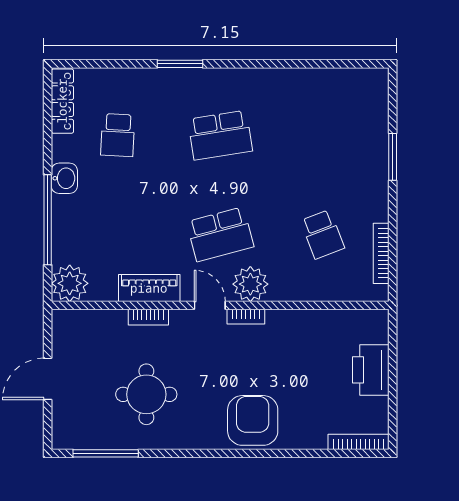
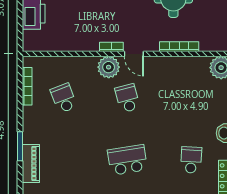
school desk: (220, 234) -> (127, 98), width x0.54
piano: (149, 288) -> (31, 163), moved, turned -90
bookcase: (148, 317) -> (179, 47), width x1.56

